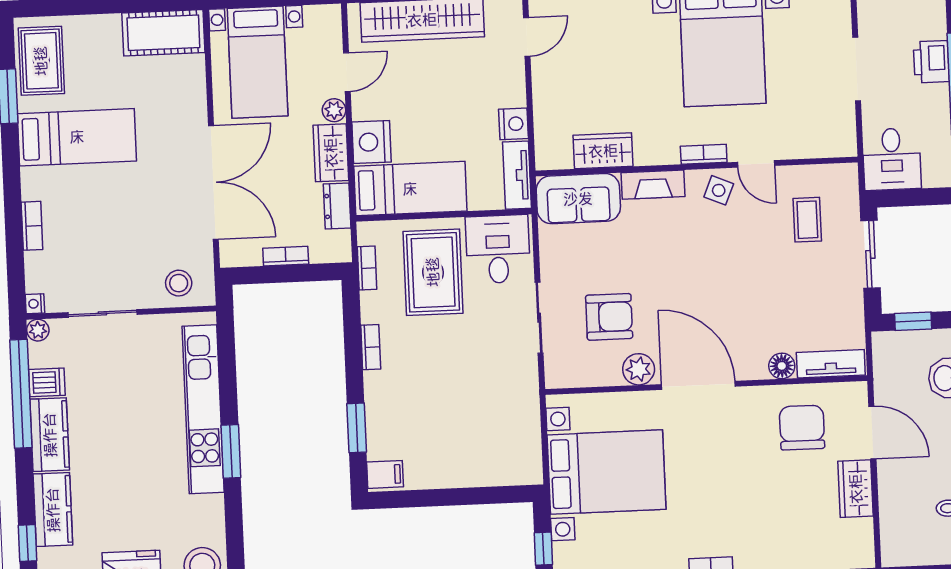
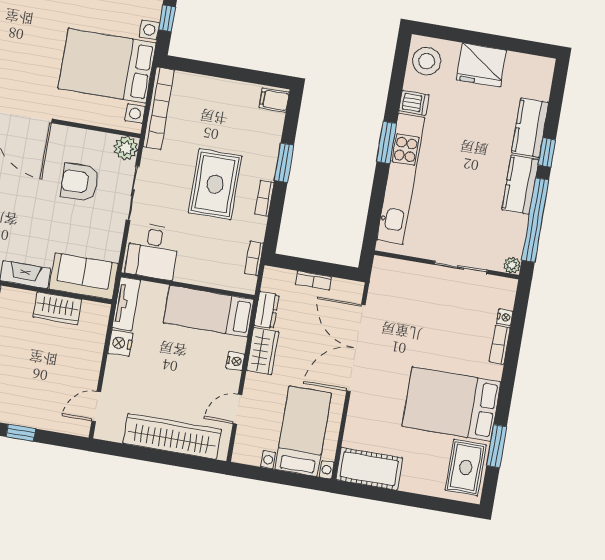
plant: (334, 110) -> (253, 383), removed
bed: (77, 137) -> (451, 404), width x1.50
nightstand: (372, 142) -> (235, 361), width x0.53, depth x0.56
rug: (433, 272) -> (215, 184), moved
stool: (179, 283) -> (398, 278), removed
nightstand: (35, 304) -> (505, 317), moved
plant: (639, 369) -> (126, 148), moved
dishwasher: (47, 382) -> (414, 103), moved, turned 180
window: (357, 428) -> (284, 163), moved
bookcase: (529, 432) -> (159, 108), added
window: (27, 543) -> (547, 152), moved

